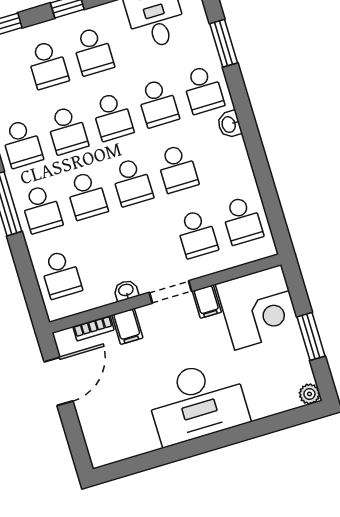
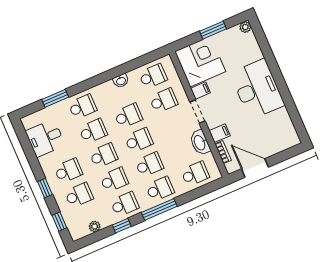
washbasin: (229, 124) -> (121, 81), moved
washbasin: (126, 290) -> (200, 143), width x1.91, depth x1.45

